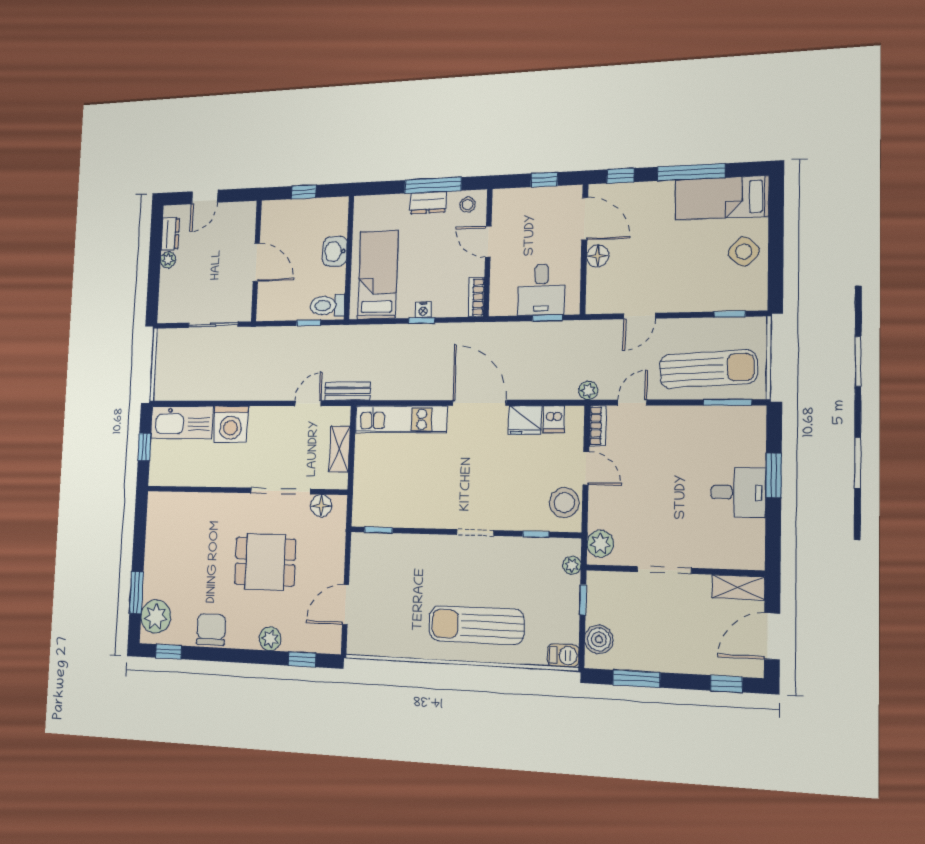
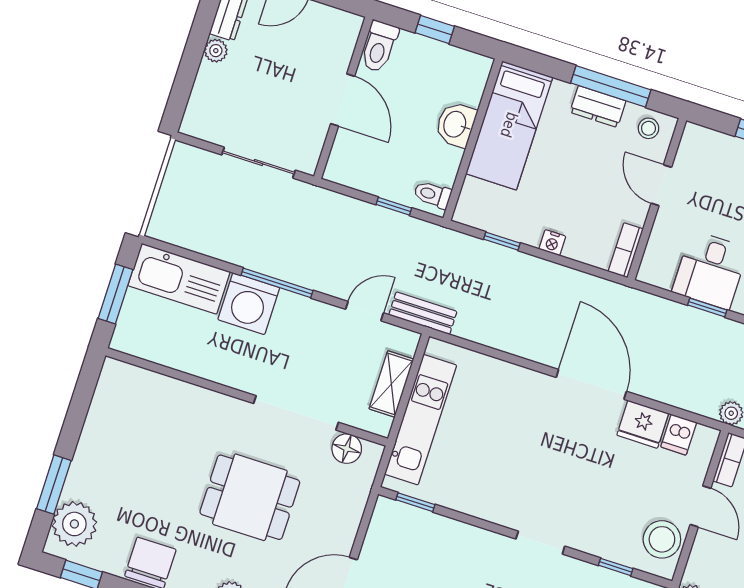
toilet: (271, 217) -> (379, 47), added
bed: (378, 275) -> (509, 125), moved, turned 180
toilet: (327, 306) -> (433, 195), width x0.73, depth x0.72
window: (422, 321) -> (502, 241), moved
window: (245, 403) -> (277, 283), added
kitchen unit: (401, 419) -> (421, 420), moved, turned -90
window: (144, 447) -> (115, 294), width x1.50

